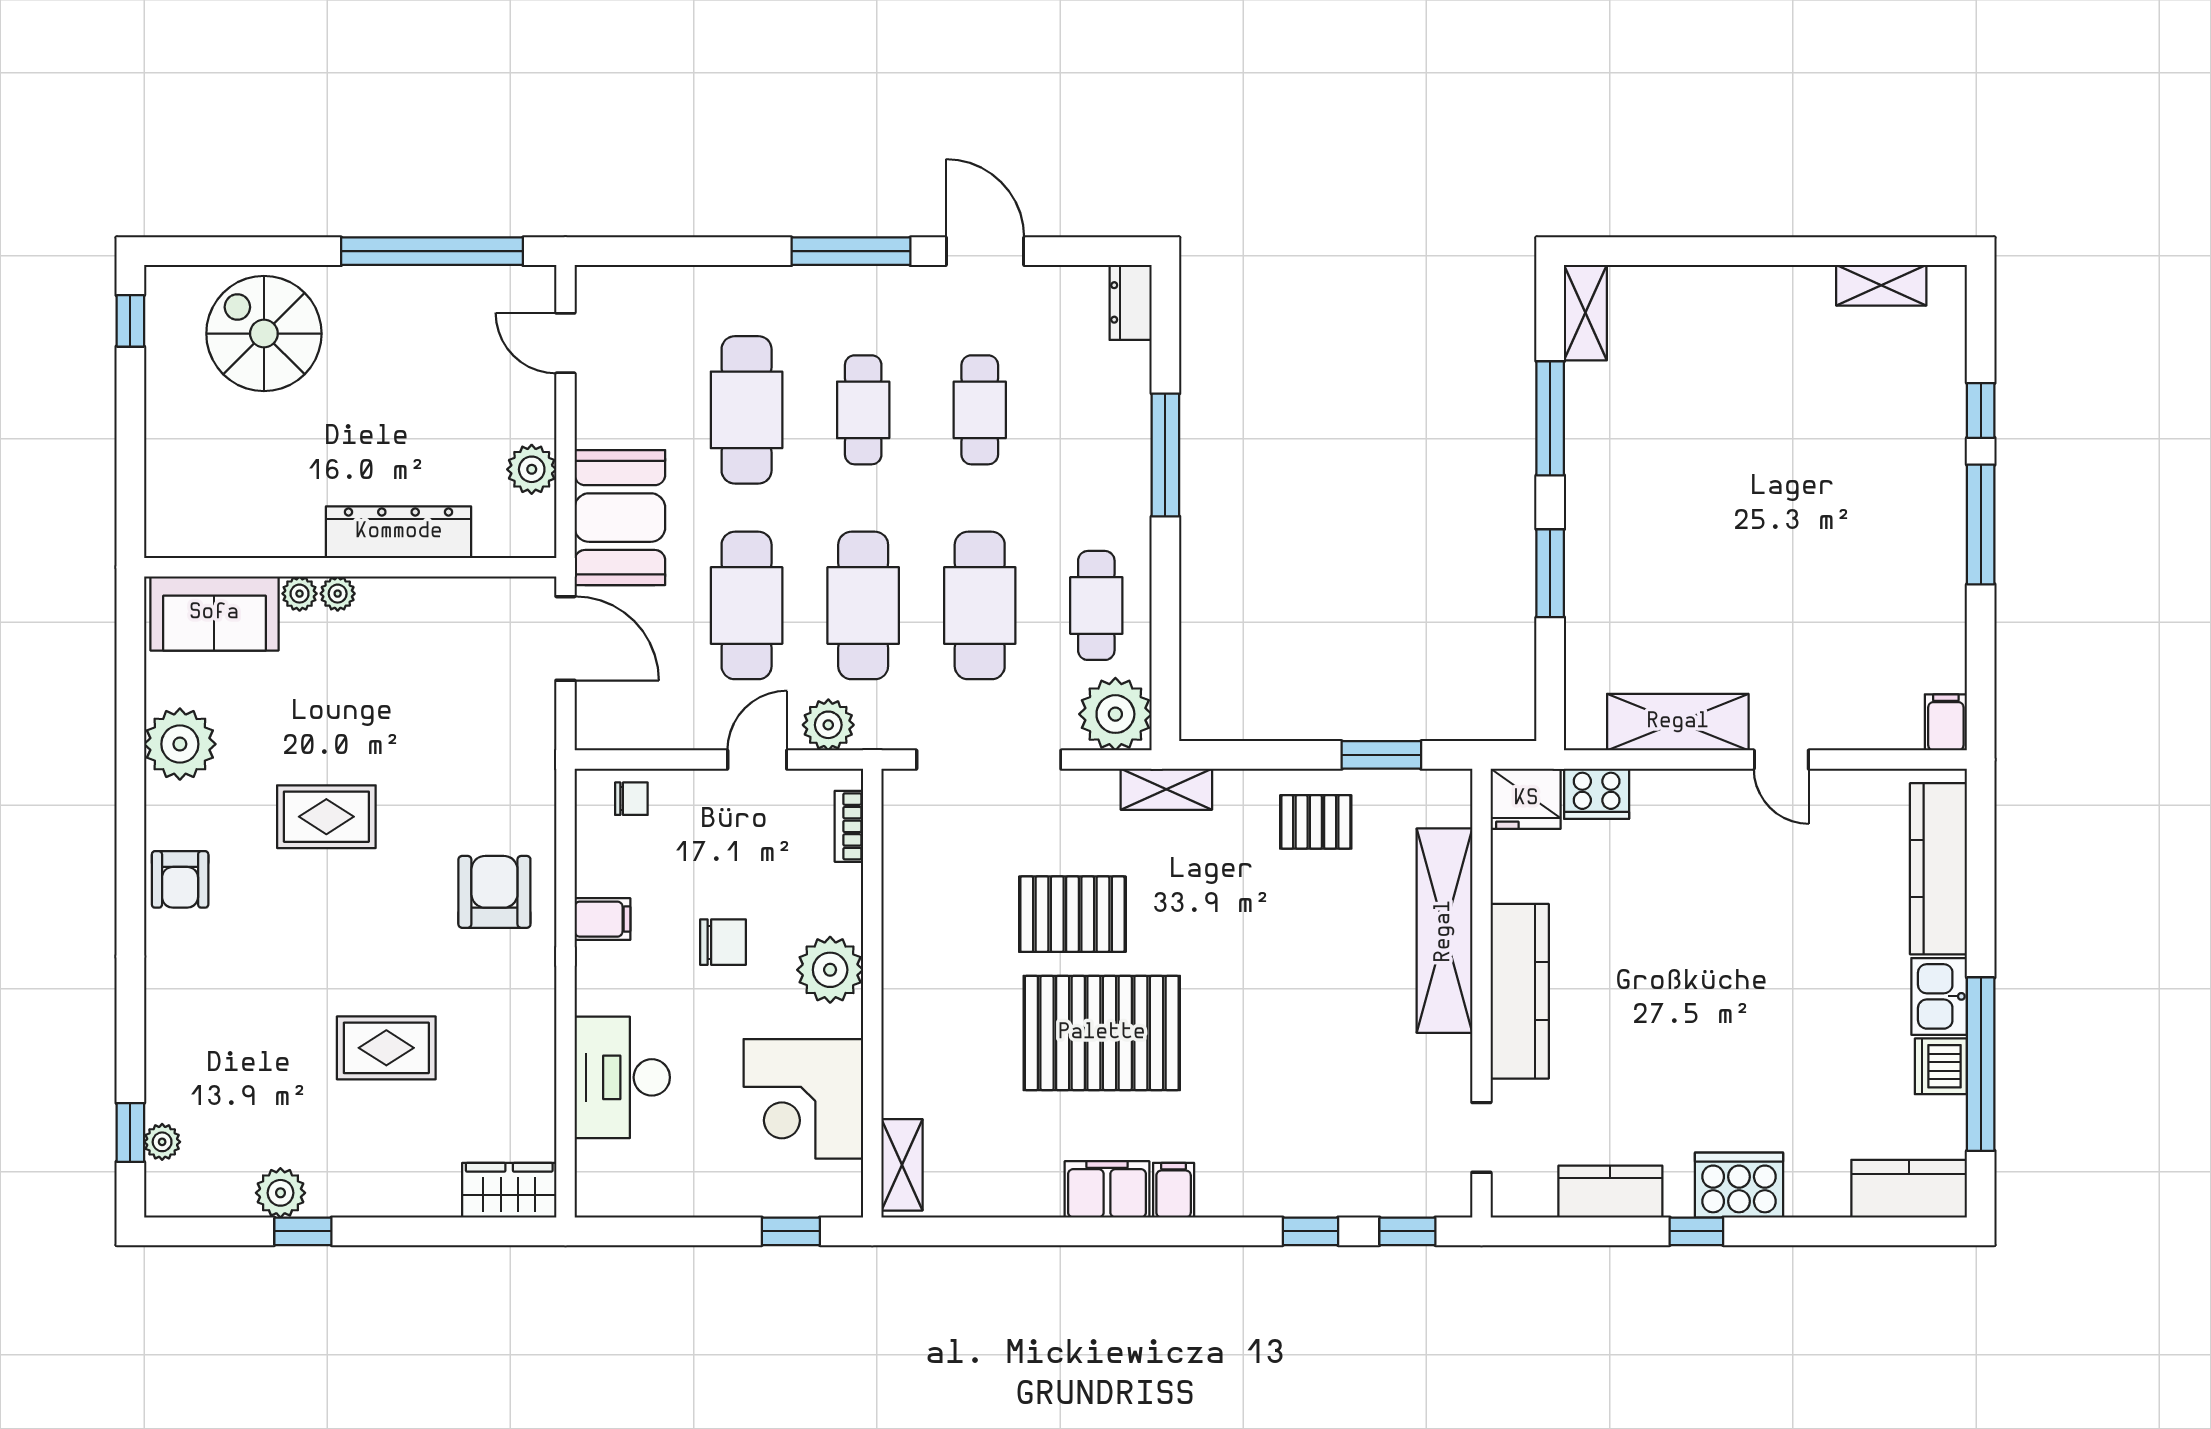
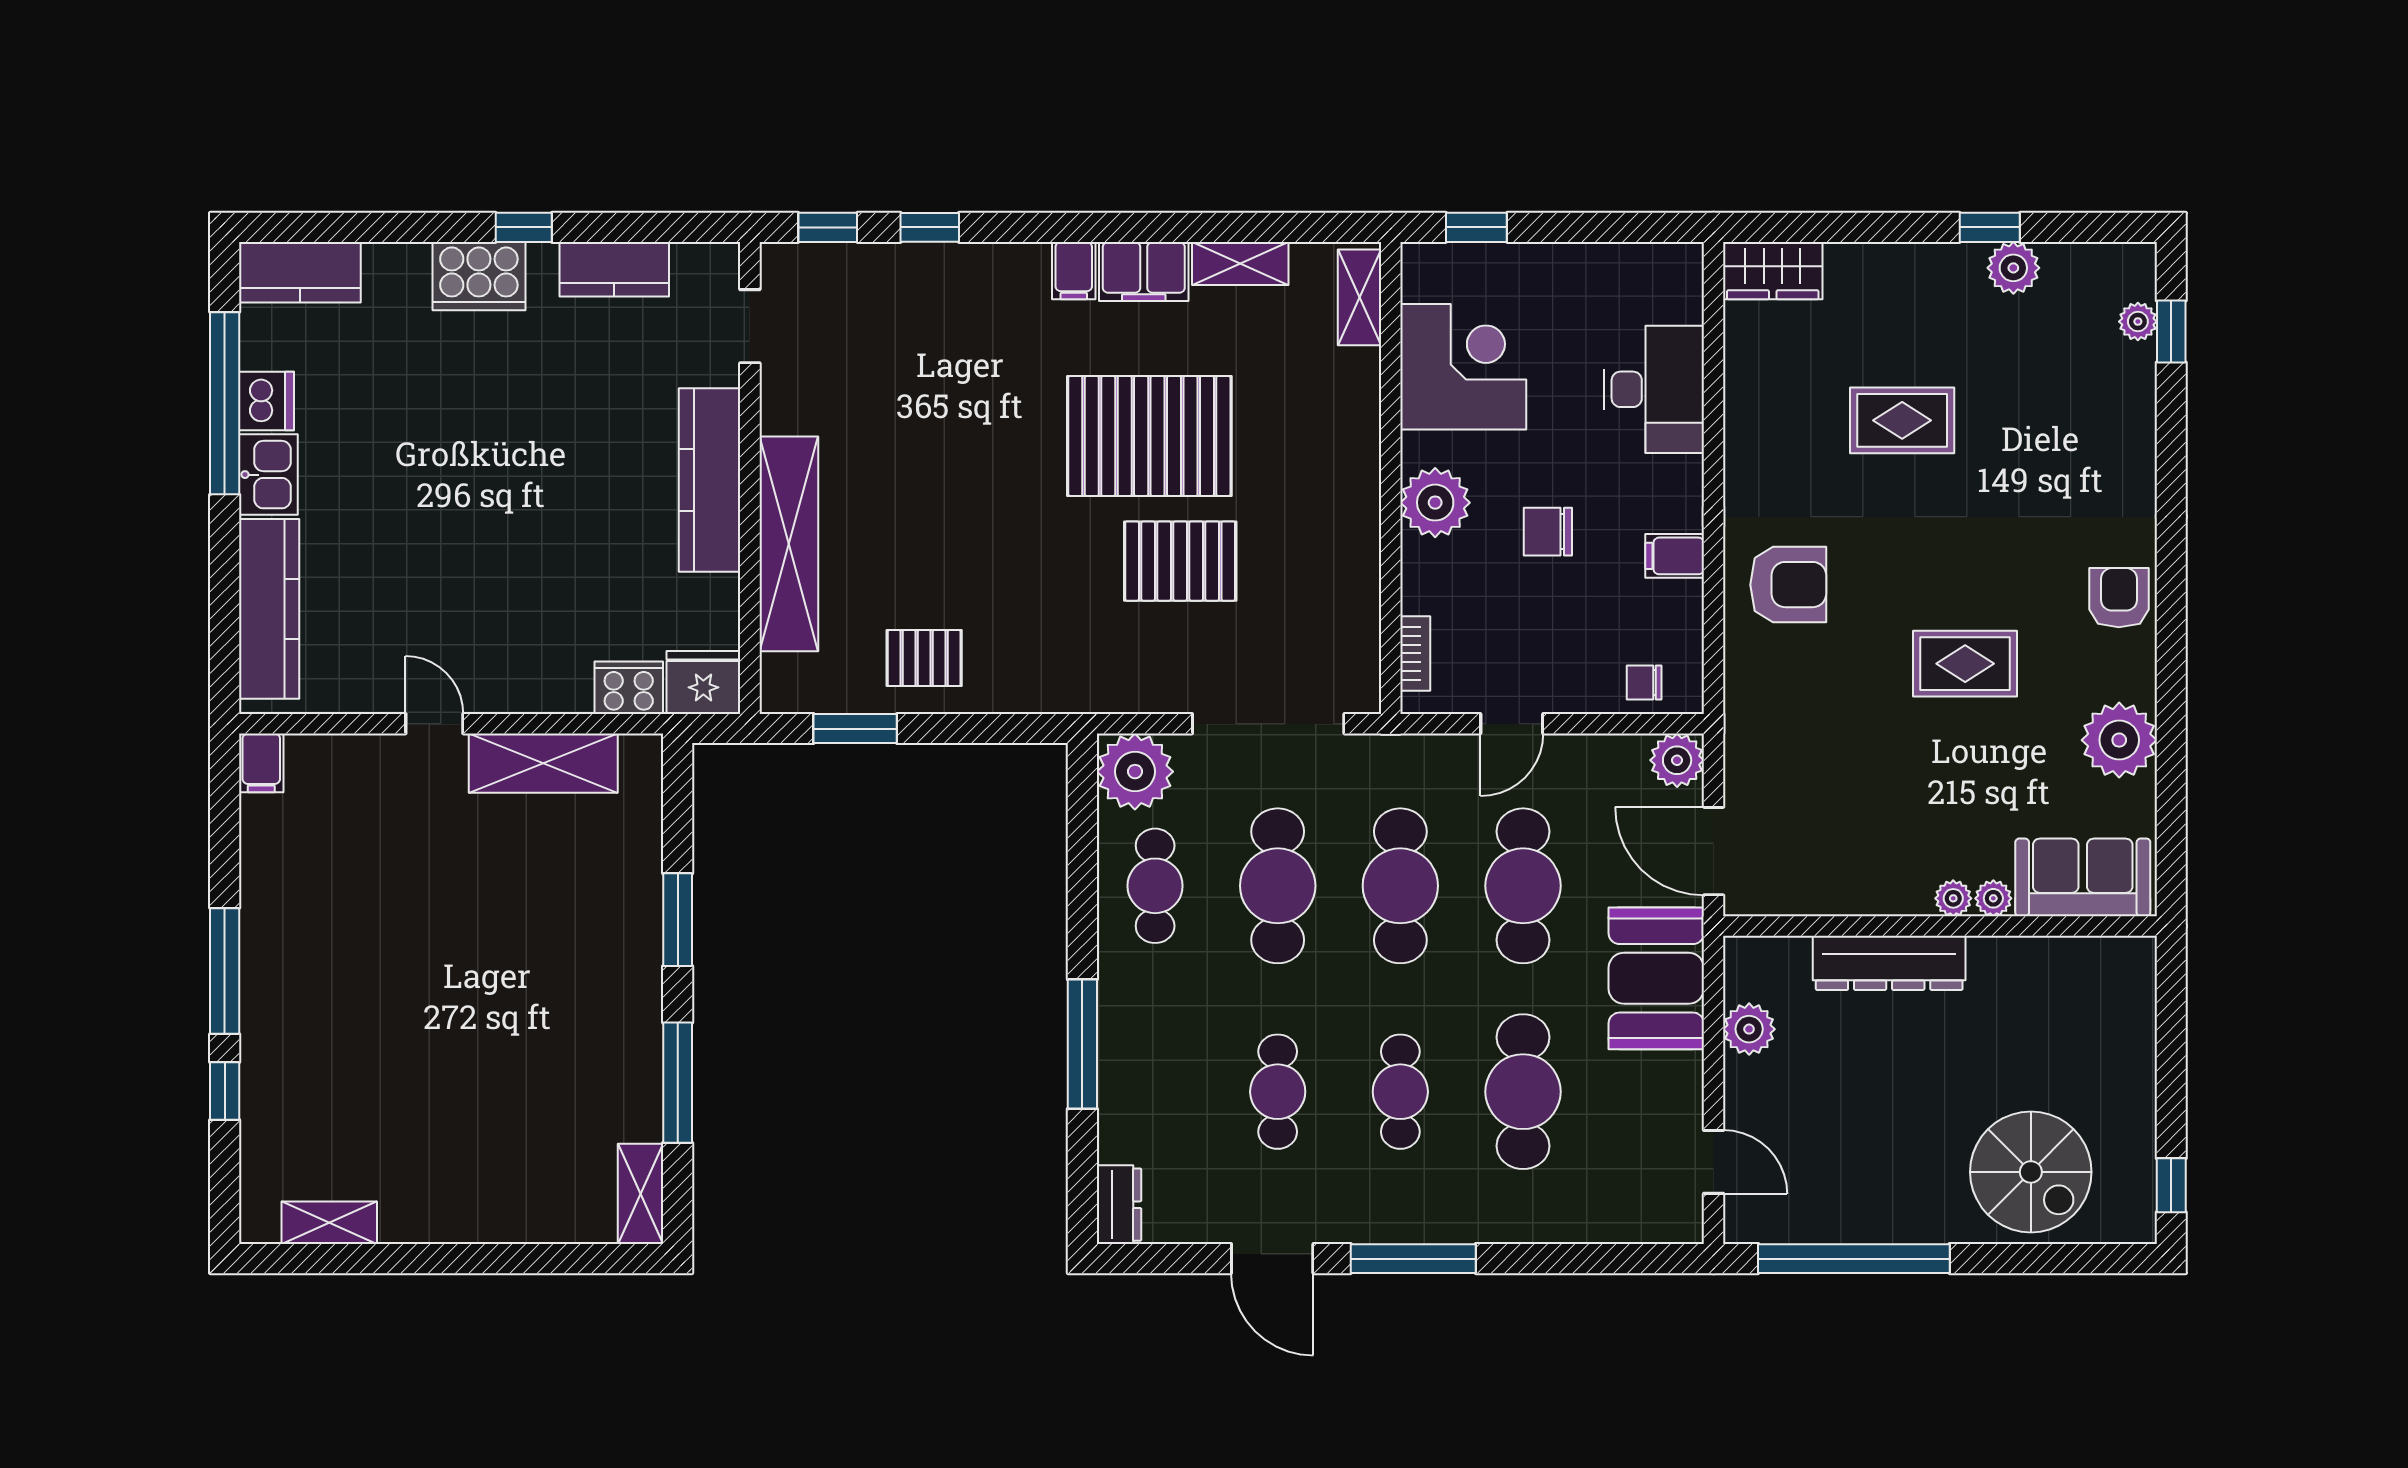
plant: (828, 725) -> (1677, 760), moved
shelving: (1166, 789) -> (1240, 264), moved
armchair: (494, 892) -> (1788, 585), turned -90

